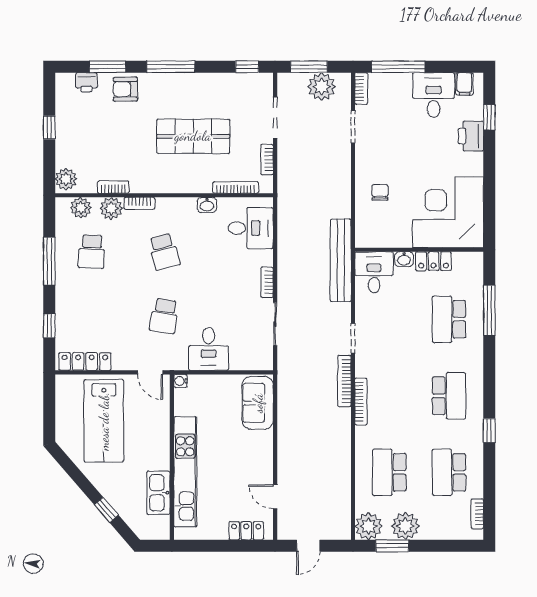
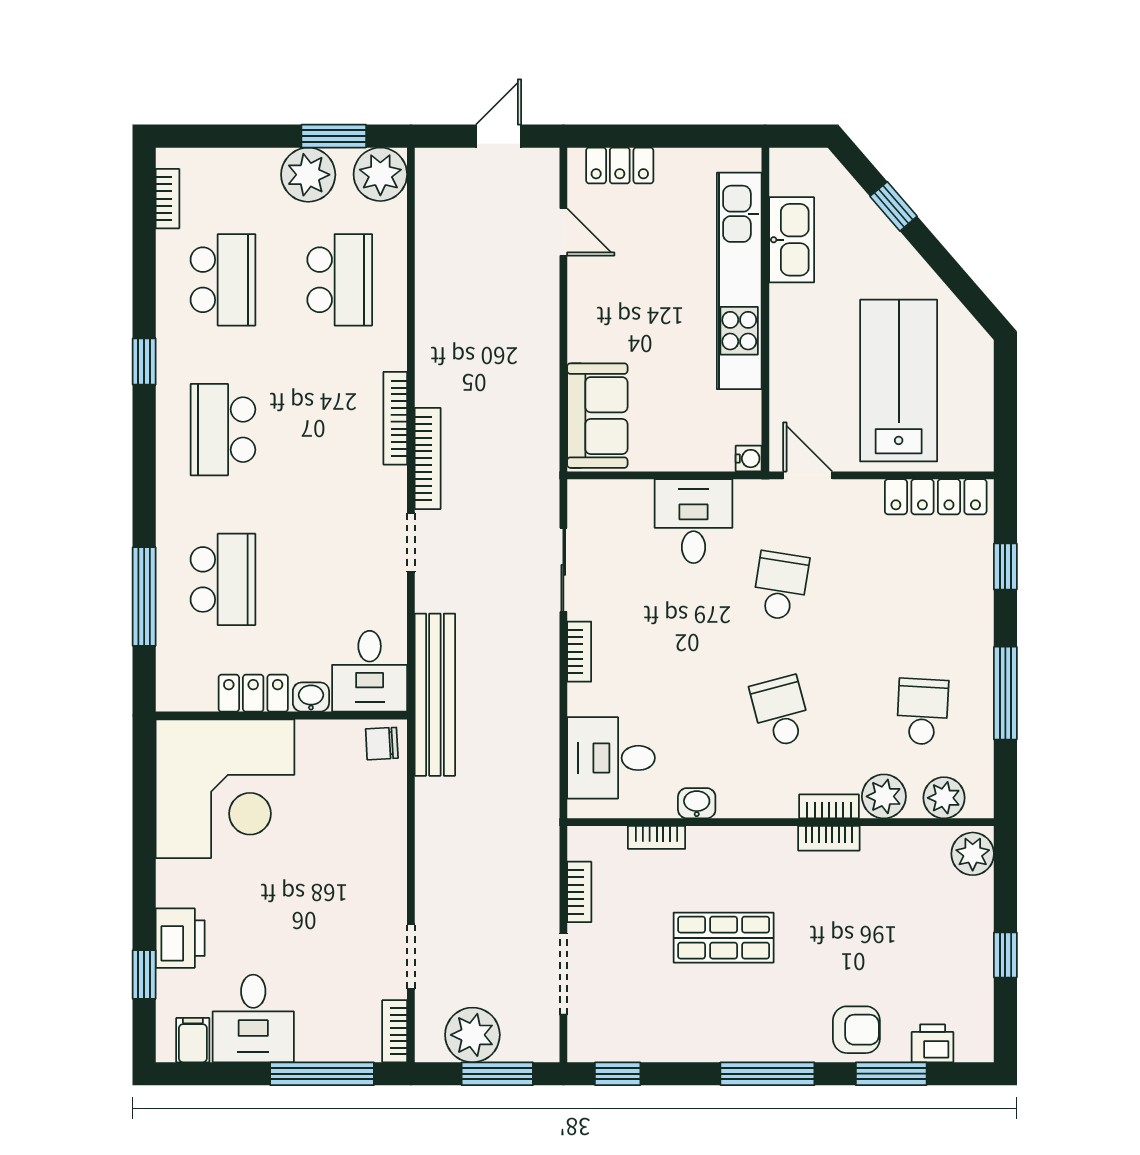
shop shelf: (193, 136) -> (724, 938), width x0.70, depth x0.74
bookcase: (113, 187) -> (829, 838), moved
bookcase: (236, 187) -> (657, 837), width x0.64
chair: (380, 192) -> (382, 744), moved, turned 87

